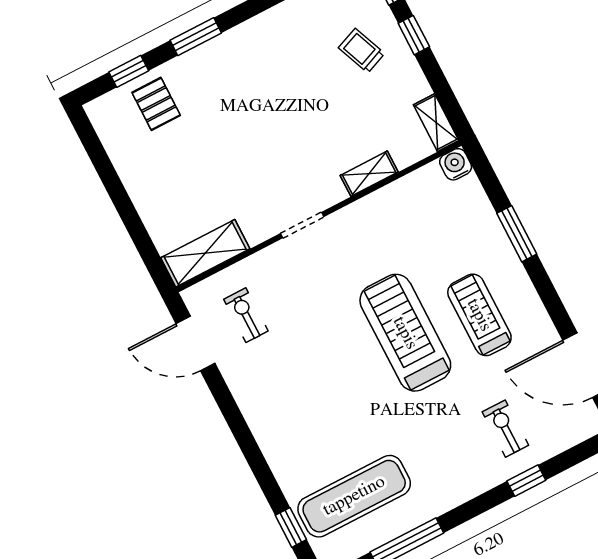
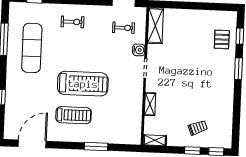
pallet: (156, 104) -> (222, 39), turned 90
water cooler: (456, 164) -> (139, 50), moved
exercise bike: (505, 429) -> (73, 22), moved
exercise mat: (354, 496) -> (32, 48), moved

